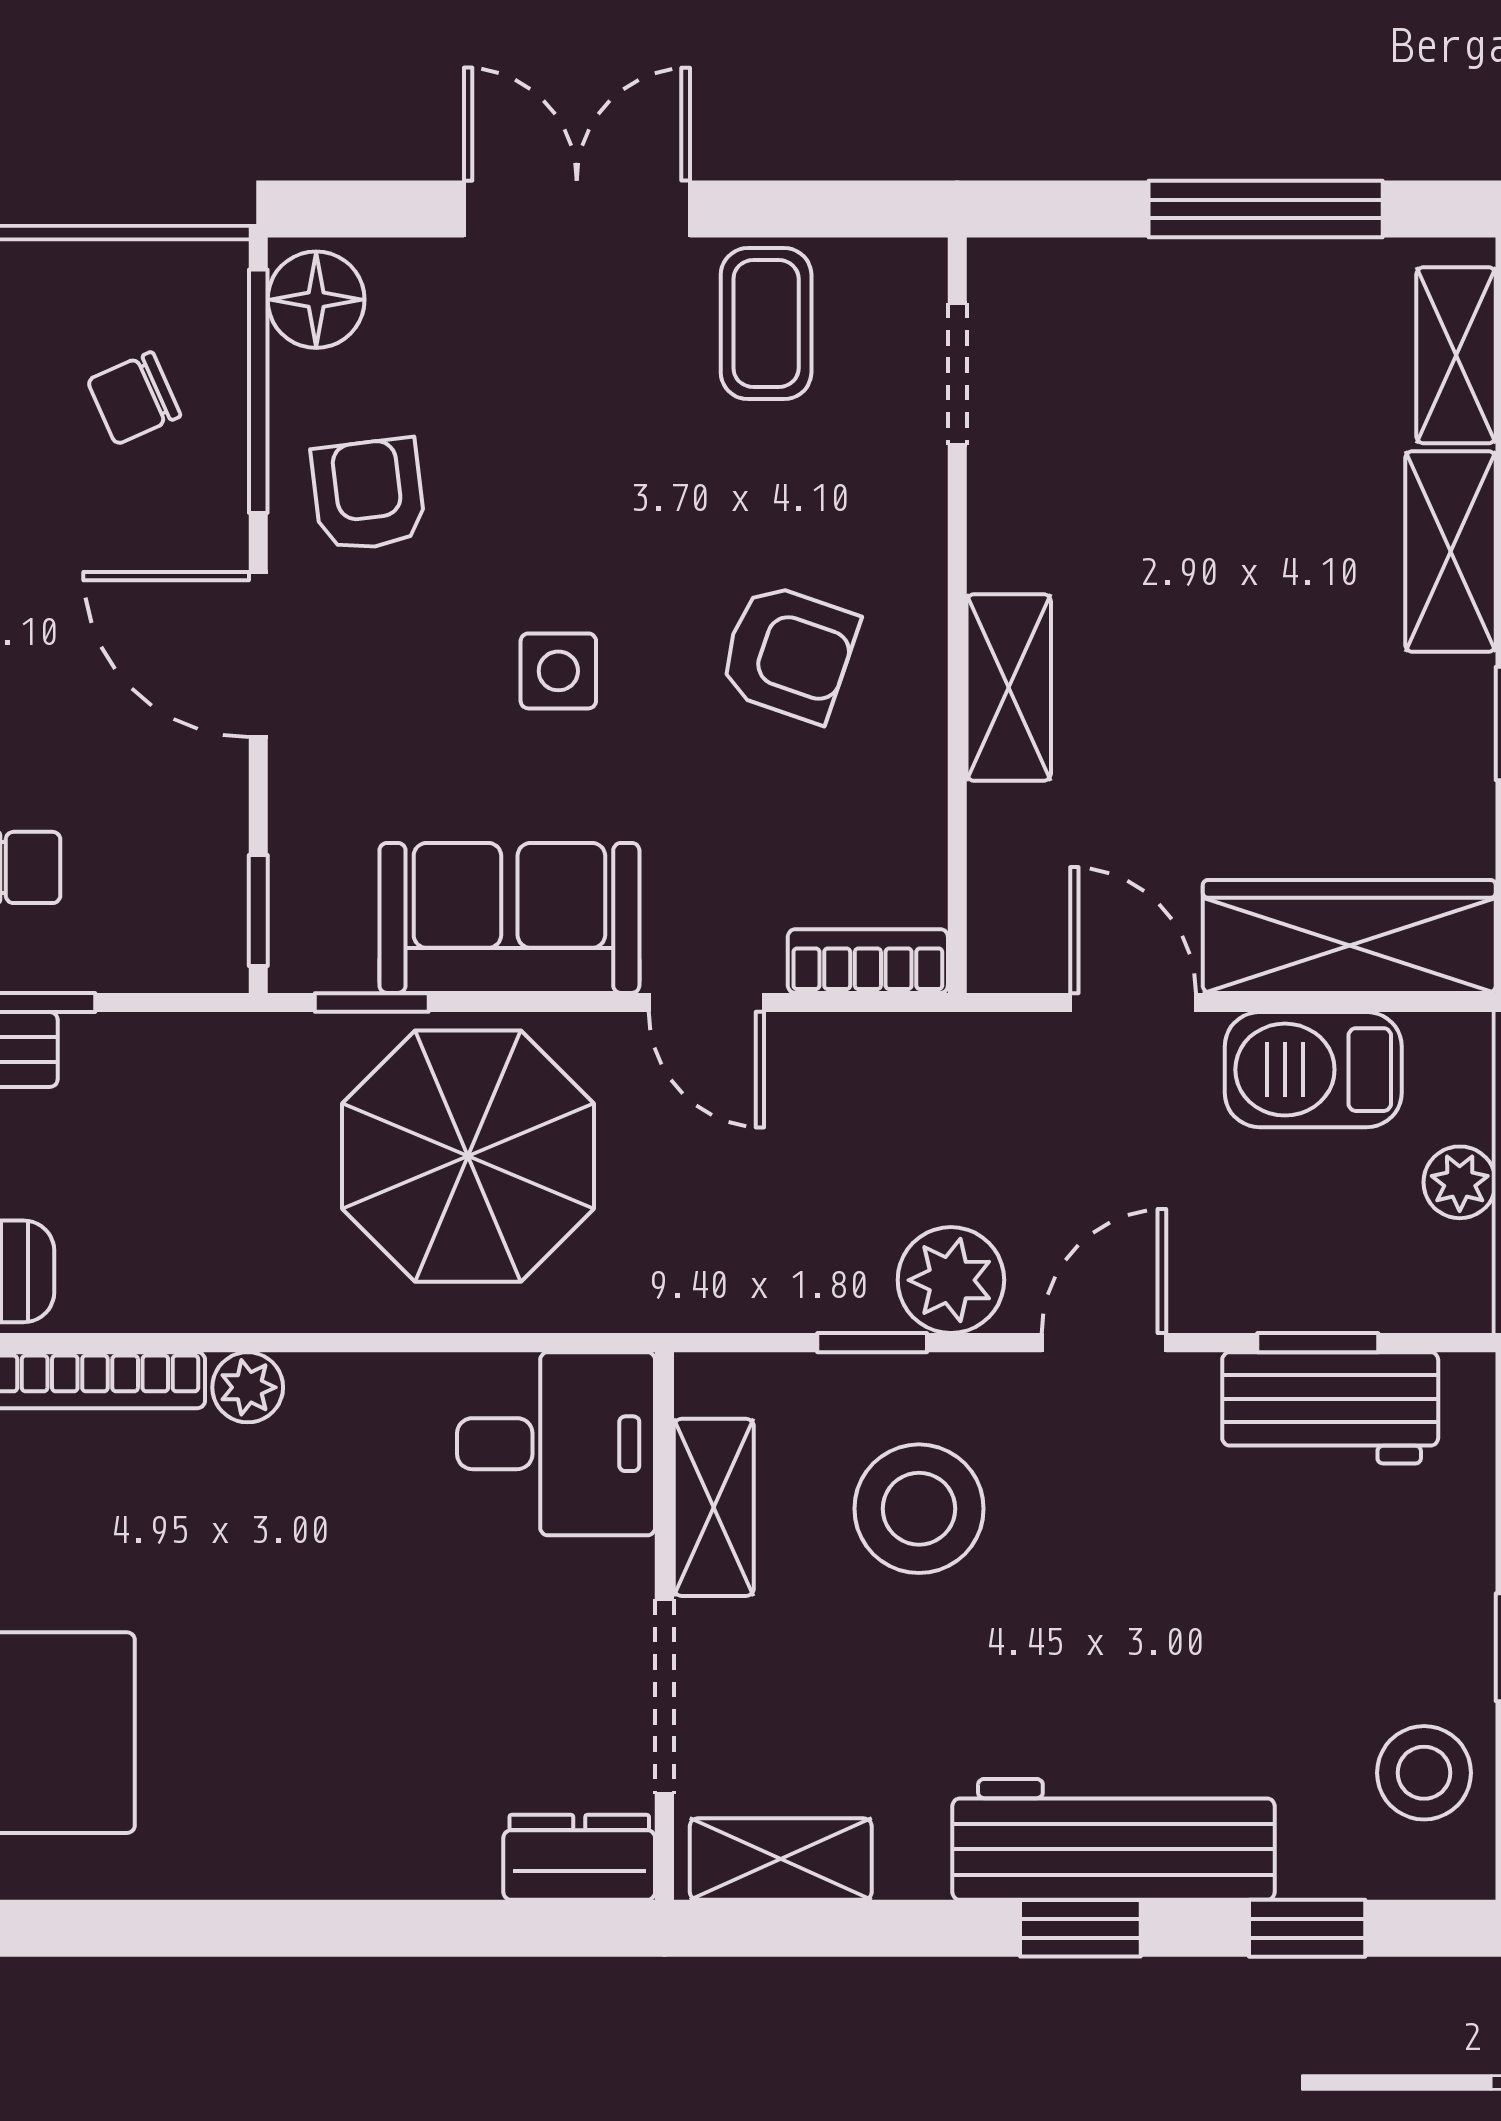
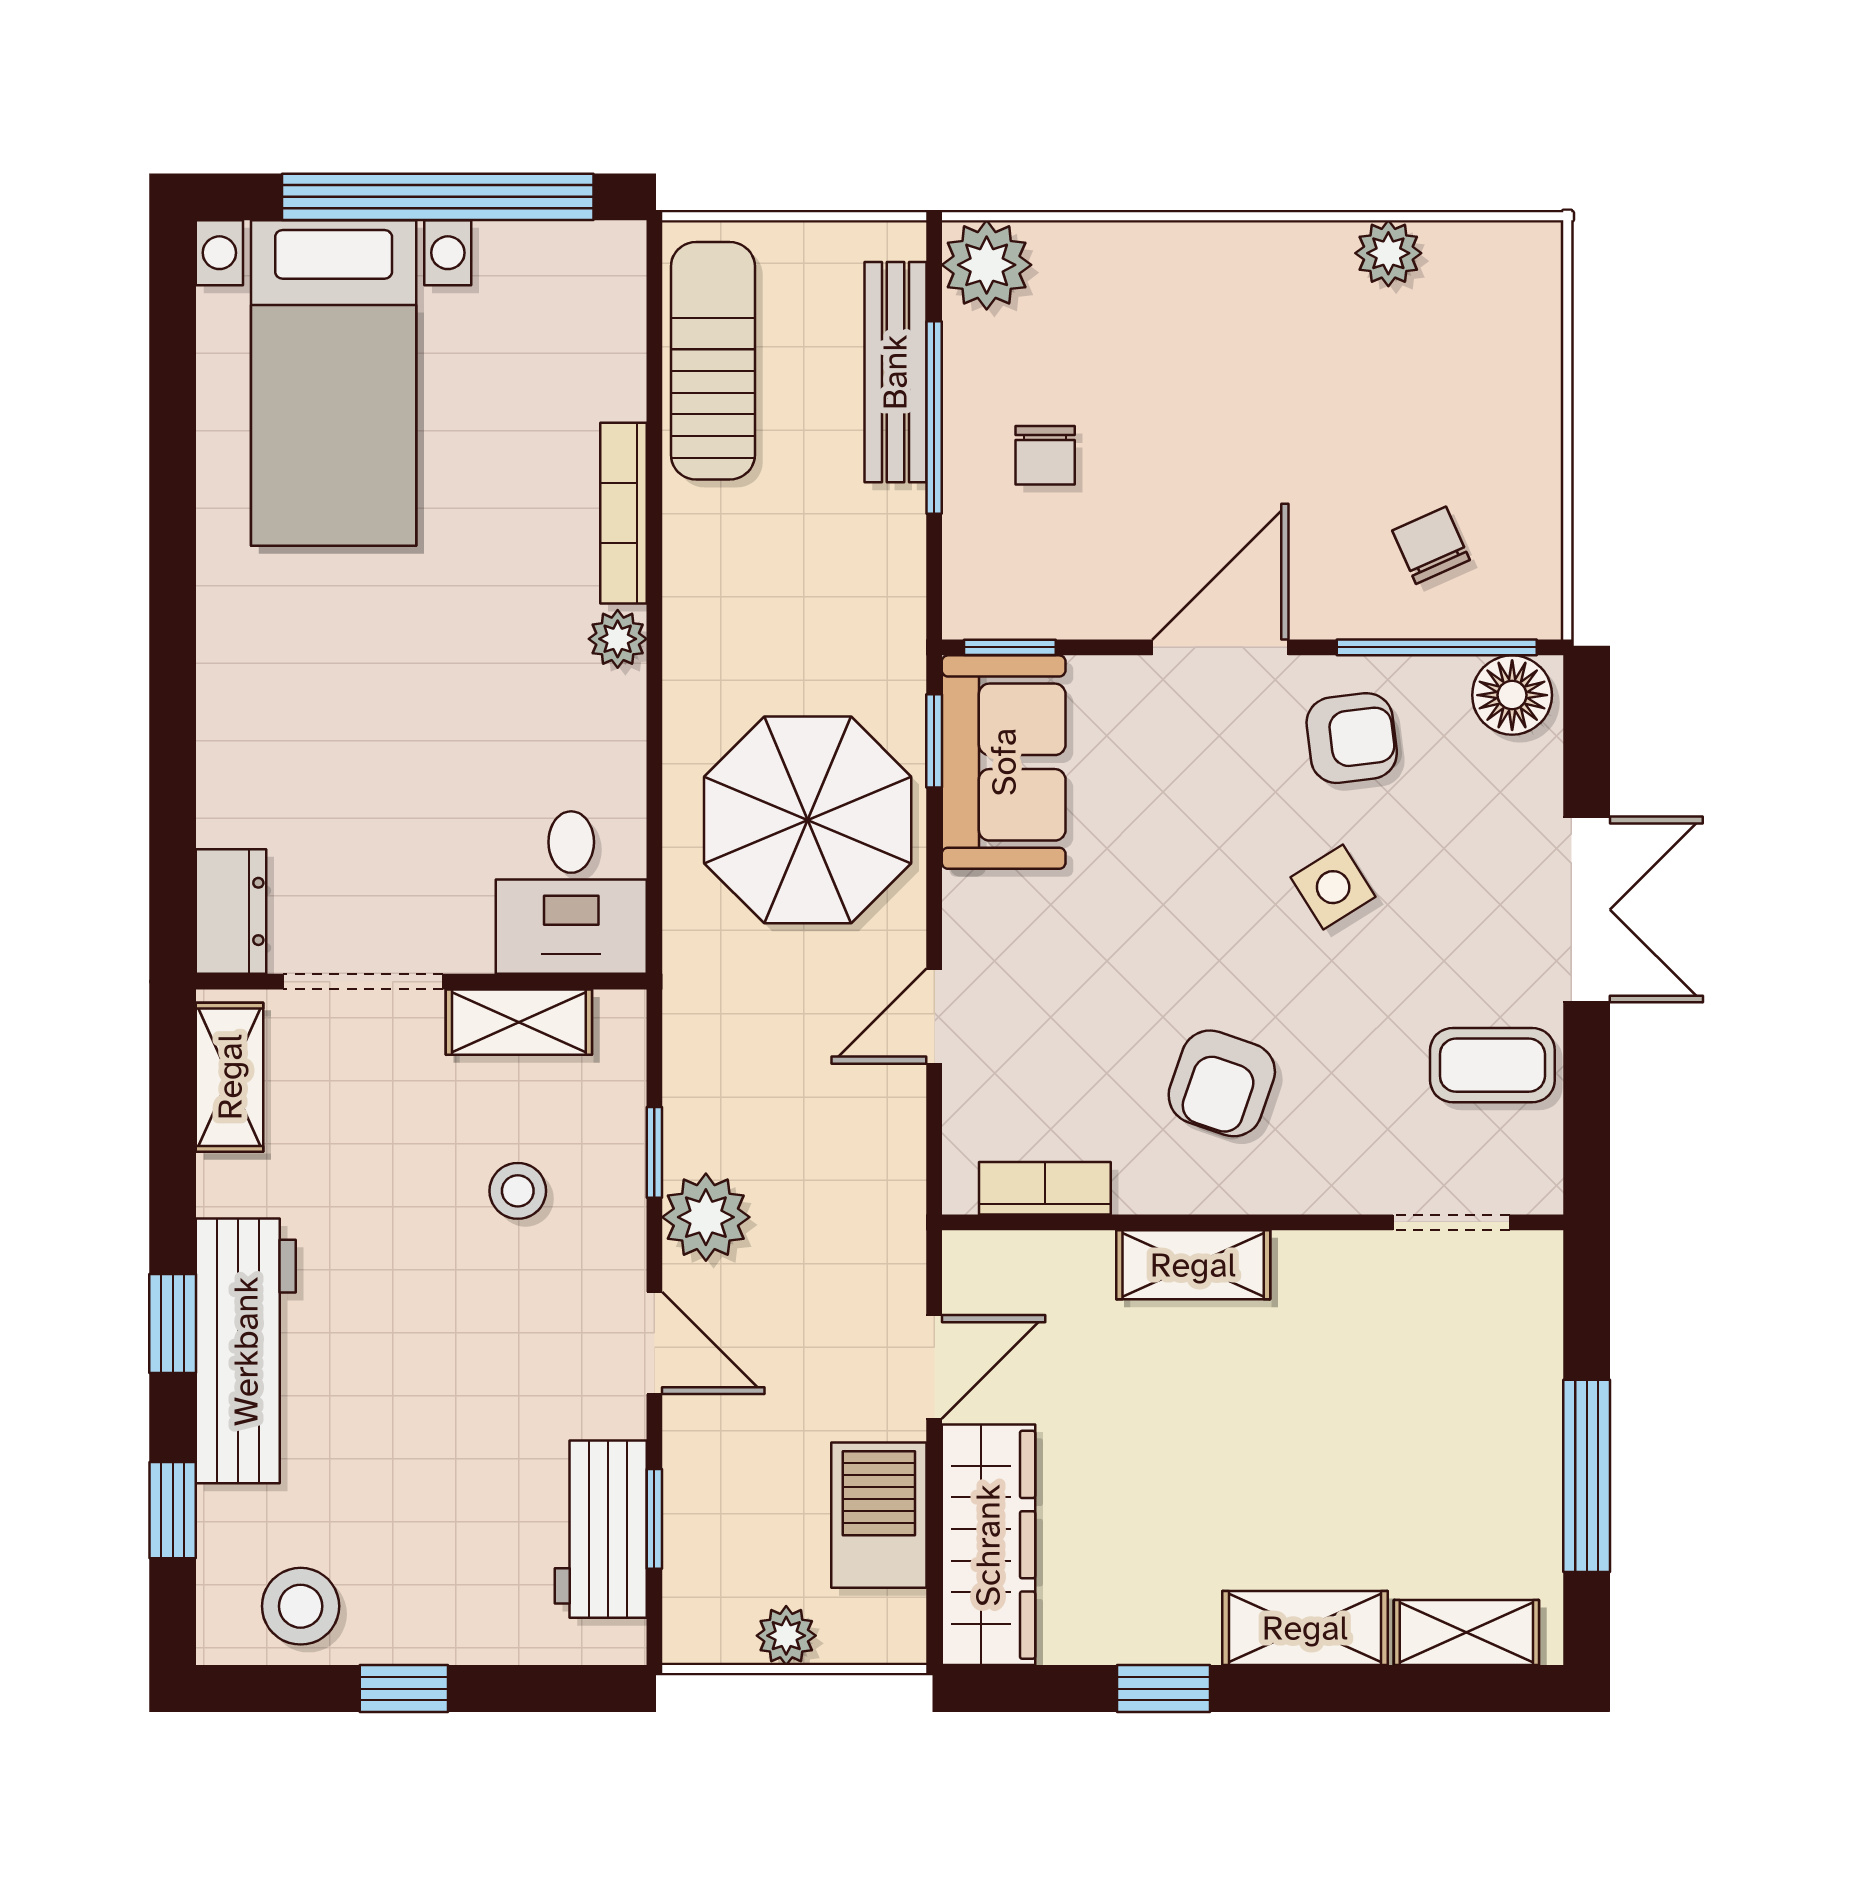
side table: (558, 671) -> (1333, 887), moved, turned -32
sofa: (509, 918) -> (1004, 762), moved
bookcase: (868, 961) -> (1045, 1188), moved, turned -90
stool: (919, 1509) -> (518, 1191), width x0.53, depth x0.53

